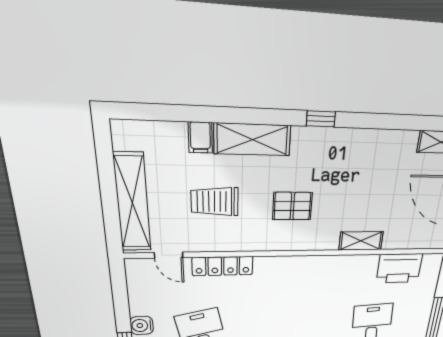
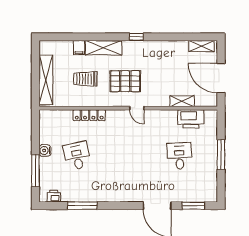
pallet: (292, 206) -> (125, 81), width x1.50, depth x1.42
shelving: (361, 241) -> (182, 101), moved
door: (169, 255) -> (137, 108), moved

